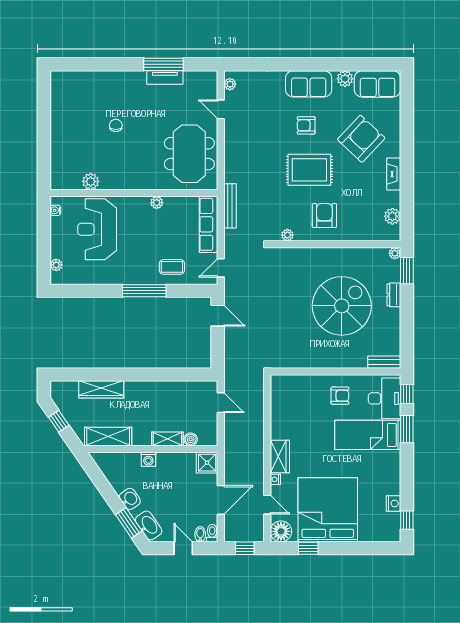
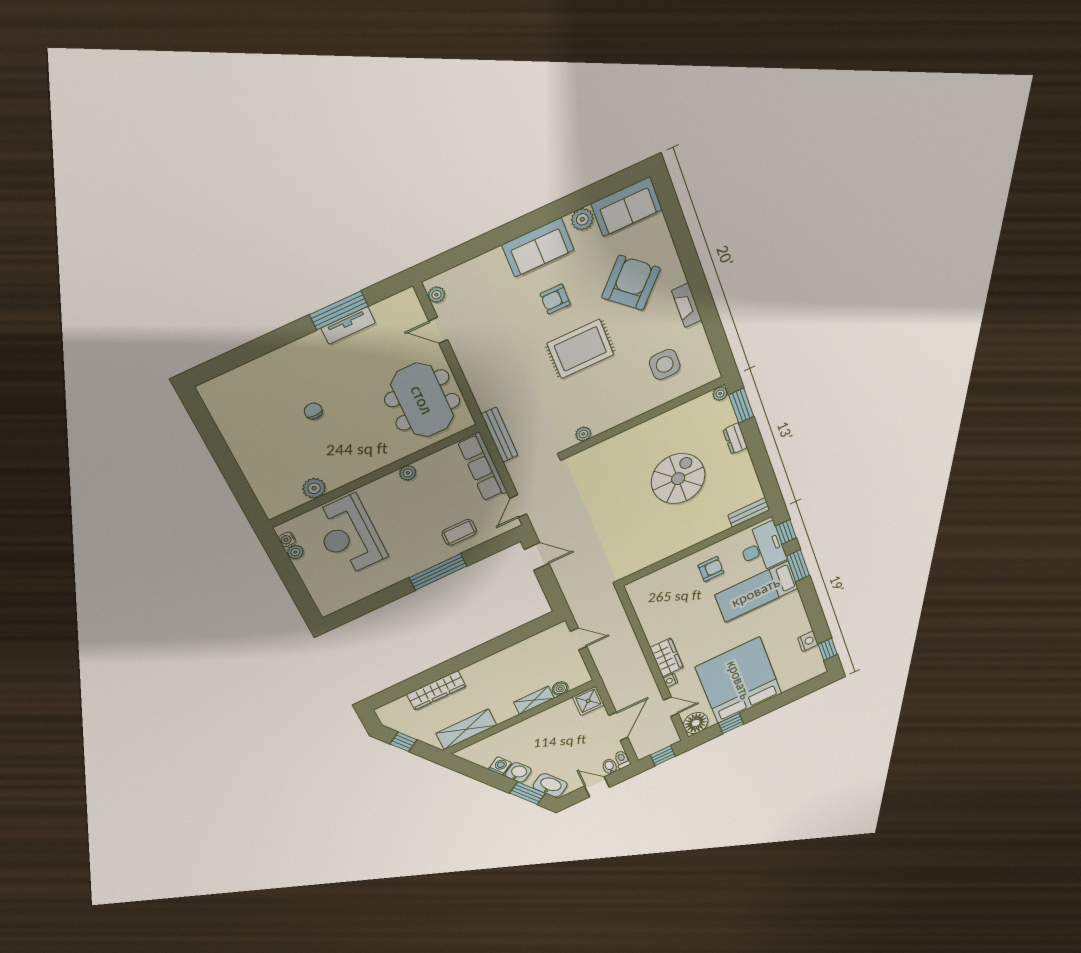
side table: (363, 211) -> (665, 364), added
armchair: (324, 216) -> (619, 392), removed
plant: (392, 216) -> (702, 354), removed
plant: (56, 265) -> (295, 552), moved
spiral stairs: (342, 306) -> (678, 479), width x0.73, depth x0.73
washing machine: (148, 459) -> (500, 766), moved, turned -125

